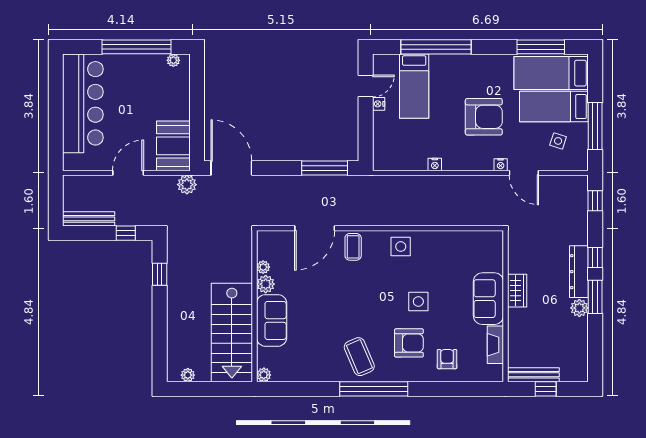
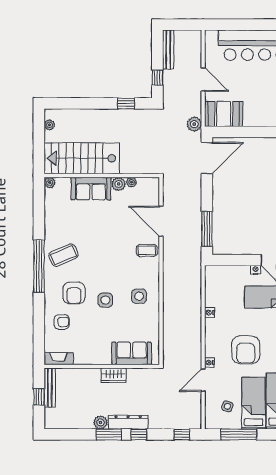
side table: (401, 247) -> (139, 296), moved
sofa: (488, 299) -> (132, 353), moved
fireplace: (495, 345) -> (59, 359), moved

